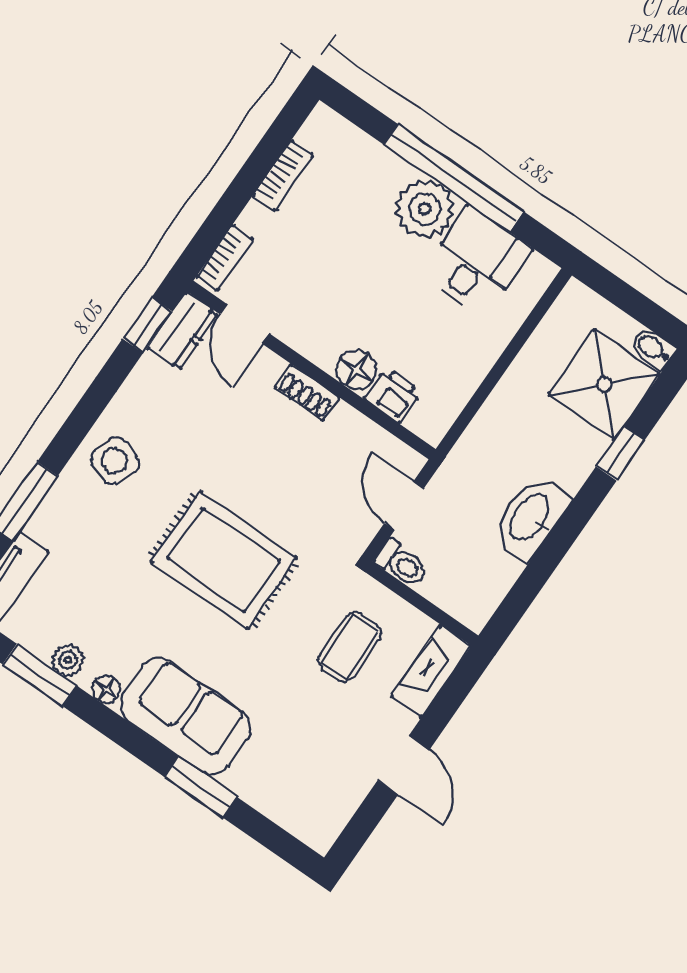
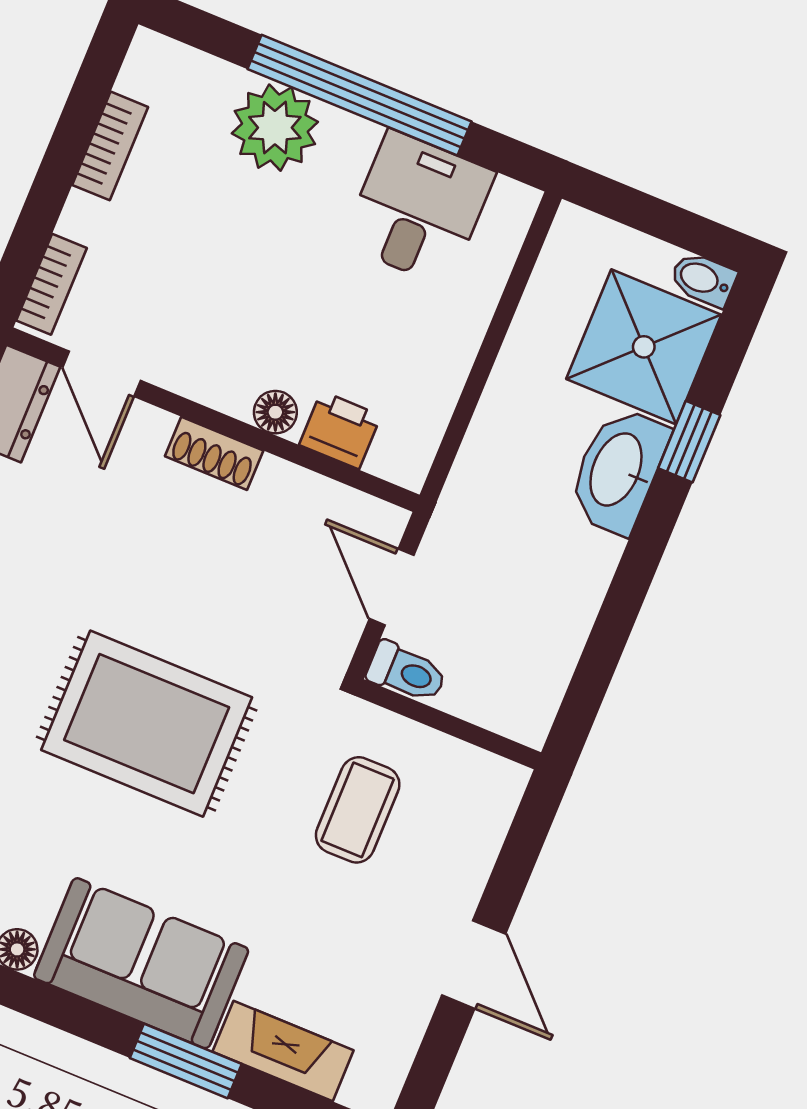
plant: (425, 209) -> (275, 128), moved
floor lamp: (356, 370) -> (275, 412), width x0.73, depth x0.73
washbasin: (530, 518) -> (618, 470), moved
fireplace: (431, 671) -> (283, 1051), moved, turned 90

